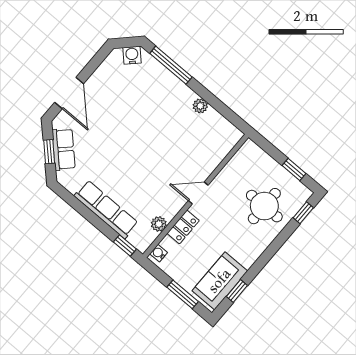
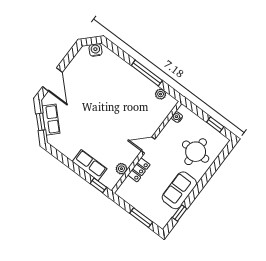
window: (171, 65) -> (147, 73), moved
plant: (200, 106) -> (161, 94), moved
row of seats: (106, 209) -> (90, 165), width x0.68
window: (303, 213) -> (224, 155), removed
water cooler: (159, 253) -> (177, 117), moved
sofa: (220, 281) -> (179, 190), moved

